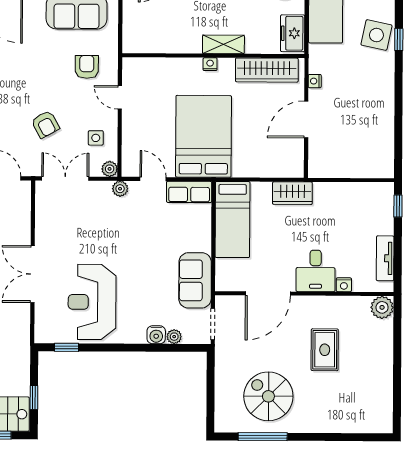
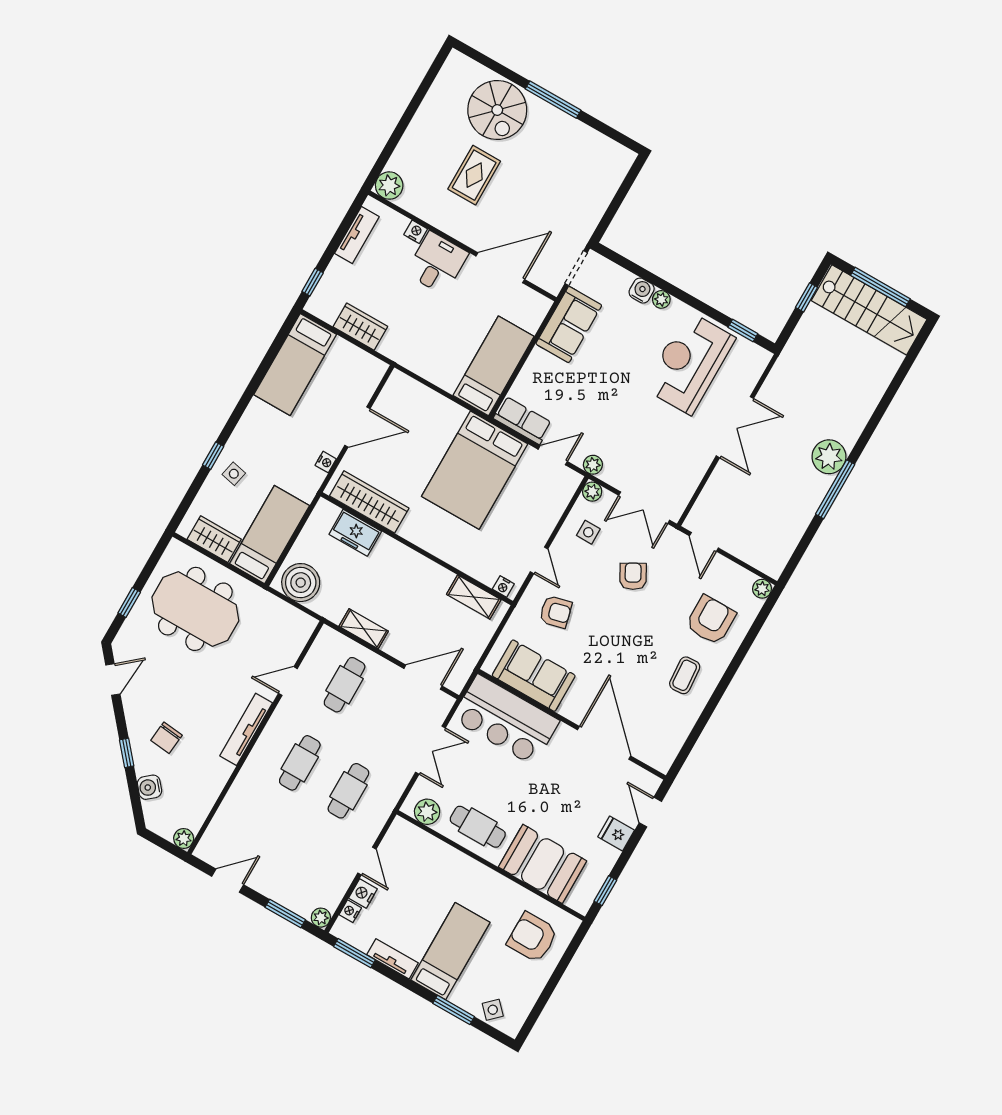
freezer: (293, 33) -> (355, 533), moved, turned 90
side table: (376, 35) -> (234, 474), width x0.54, depth x0.54
shelving: (223, 44) -> (474, 597), moved
nightstand: (210, 64) -> (503, 586), moved
armchair: (87, 67) -> (556, 612), turned -104
bed: (377, 139) -> (295, 364), added
door: (153, 179) -> (553, 455), swing flipped
wardrobe: (292, 193) -> (360, 327), moved
reception desk: (92, 302) -> (689, 363), turned 180
plant: (174, 337) -> (661, 299), moved
spiral stairs: (268, 396) -> (497, 110), moved
window: (263, 437) -> (553, 100), moved

